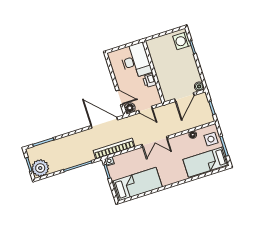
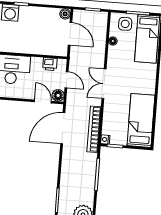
printer: (150, 80) -> (50, 64), moved
door: (120, 97) -> (43, 101), hinge flipped
door: (145, 110) -> (67, 80), hinge flipped
double door: (155, 142) -> (104, 84), swing flipped

